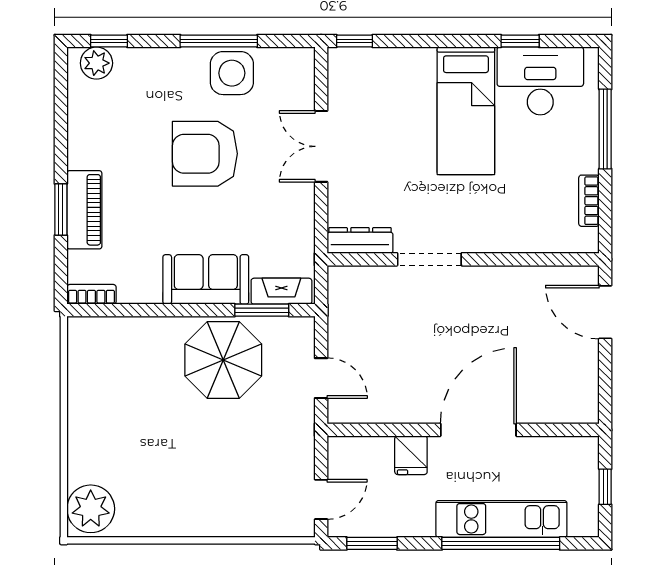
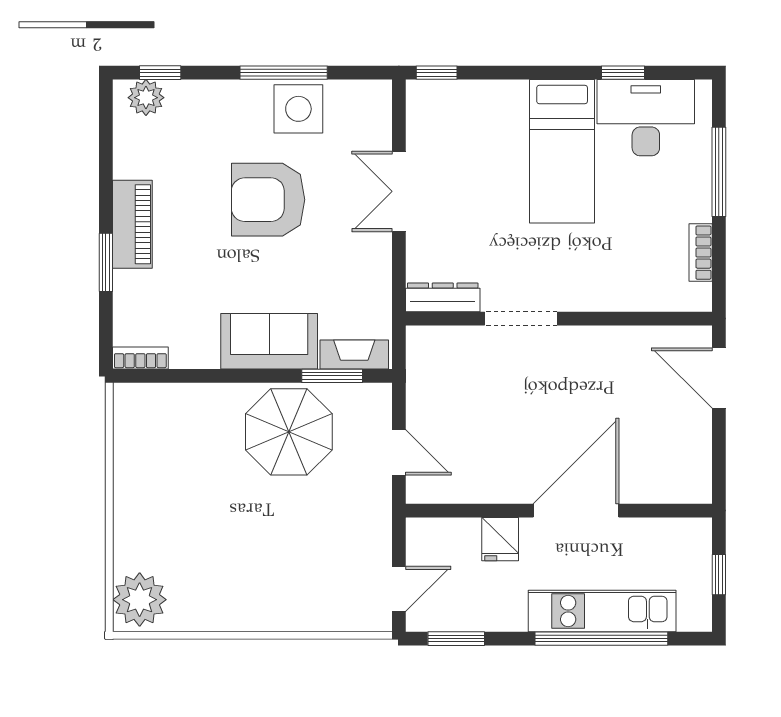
piano: (84, 210) -> (132, 224), moved

